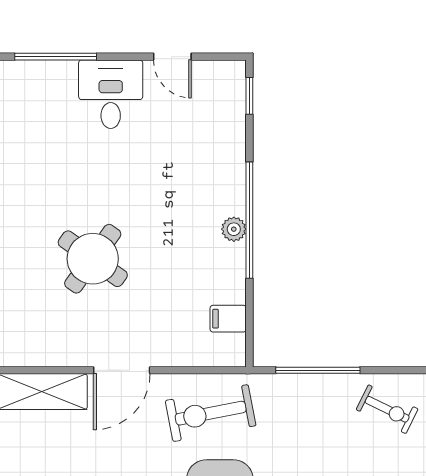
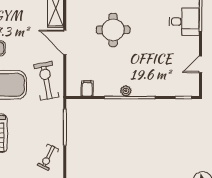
desk: (111, 94) -> (184, 22), moved
round table: (93, 259) -> (113, 30), turned -36

